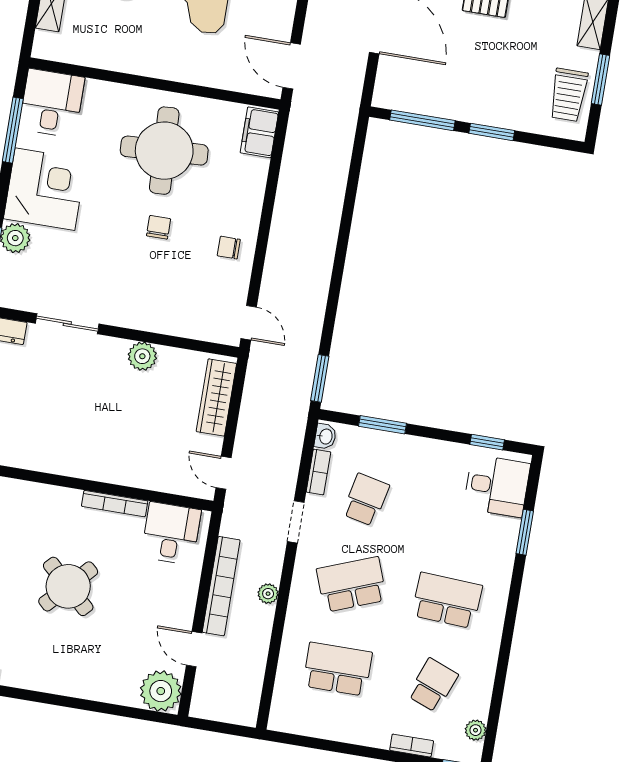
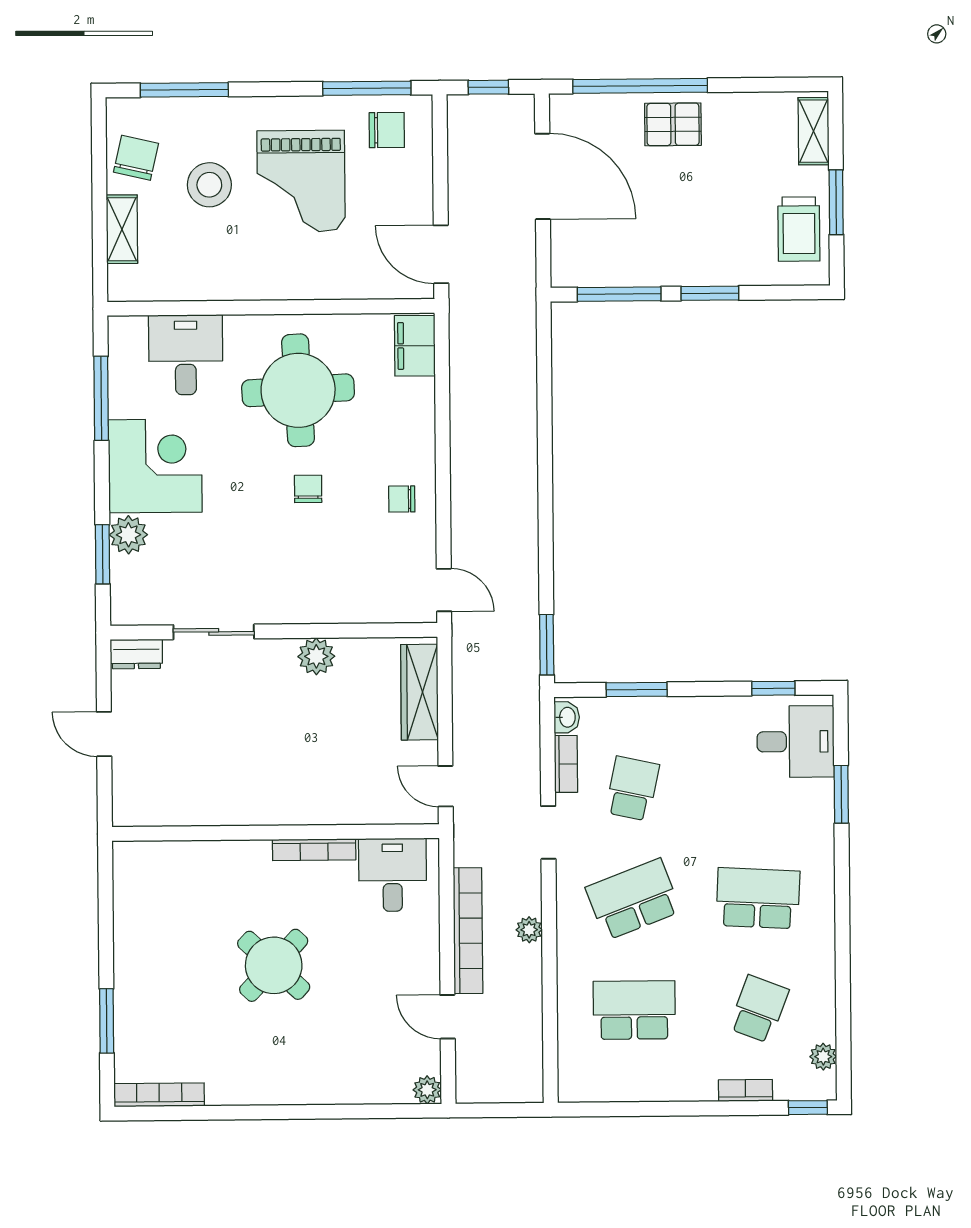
desk: (52, 103) -> (186, 355), moved
plant: (161, 691) -> (427, 1090), width x0.53, depth x0.53

